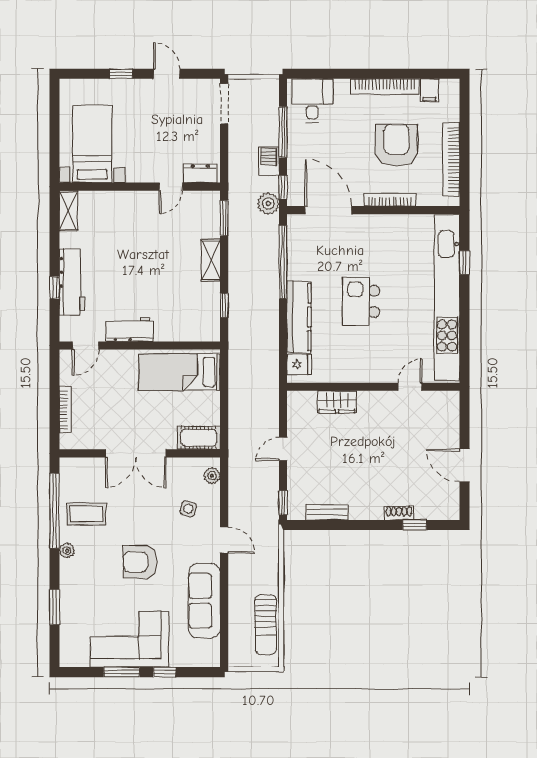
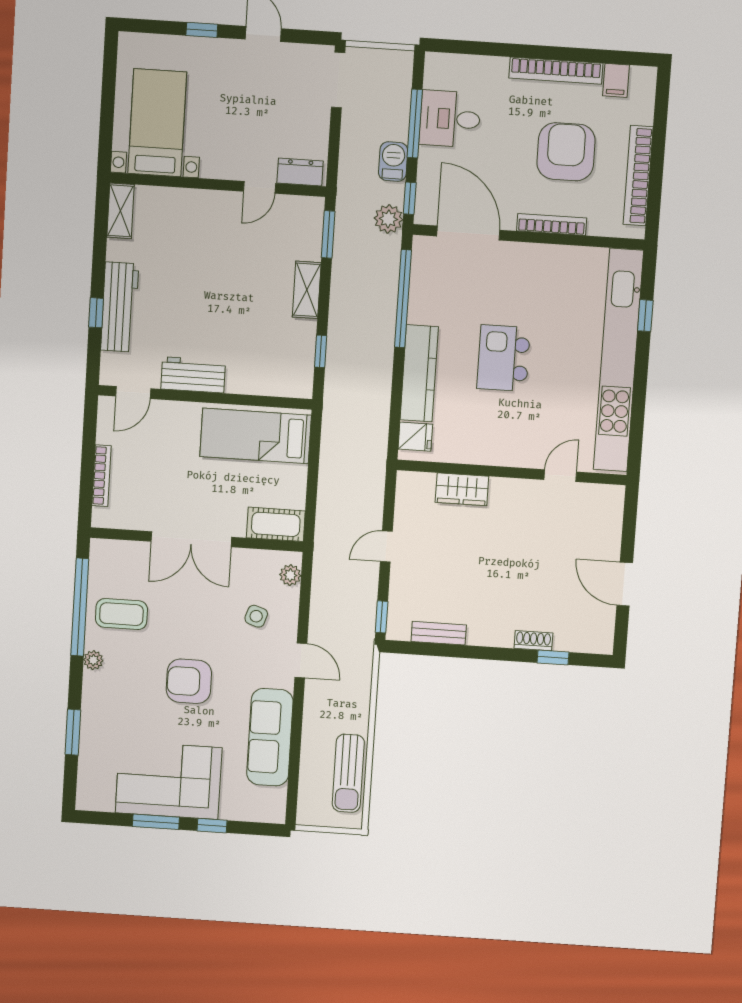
desk: (312, 101) -> (450, 119), moved, turned -90

